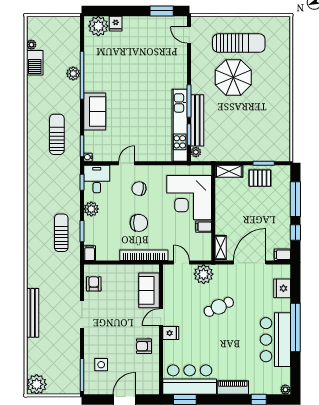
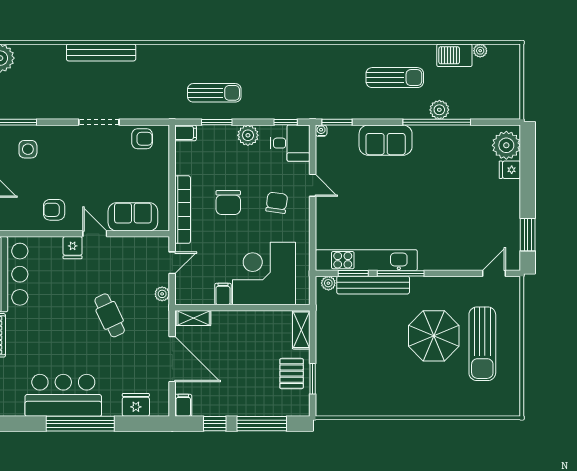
sun lounger: (57, 134) -> (395, 78), moved
plant: (204, 274) -> (162, 294), width x0.53, depth x0.53
armchair: (144, 346) -> (54, 210), turned -90

